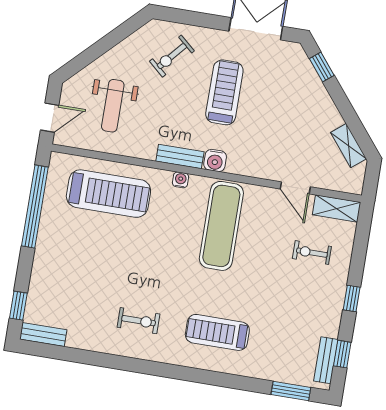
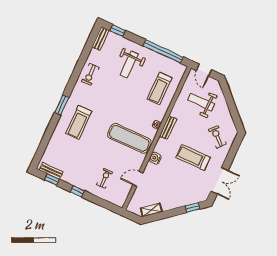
treadmill: (224, 92) -> (193, 157), turned 180
water cooler: (215, 160) -> (155, 158), moved
treadmill: (108, 194) -> (160, 88), width x0.73, depth x0.73
shelving: (337, 208) -> (123, 196), removed
weight bench: (78, 265) -> (129, 65), added
exercise bike: (139, 321) -> (90, 74), moved
treadmill: (217, 332) -> (79, 122), turned 180
window: (291, 391) -> (62, 105), moved

